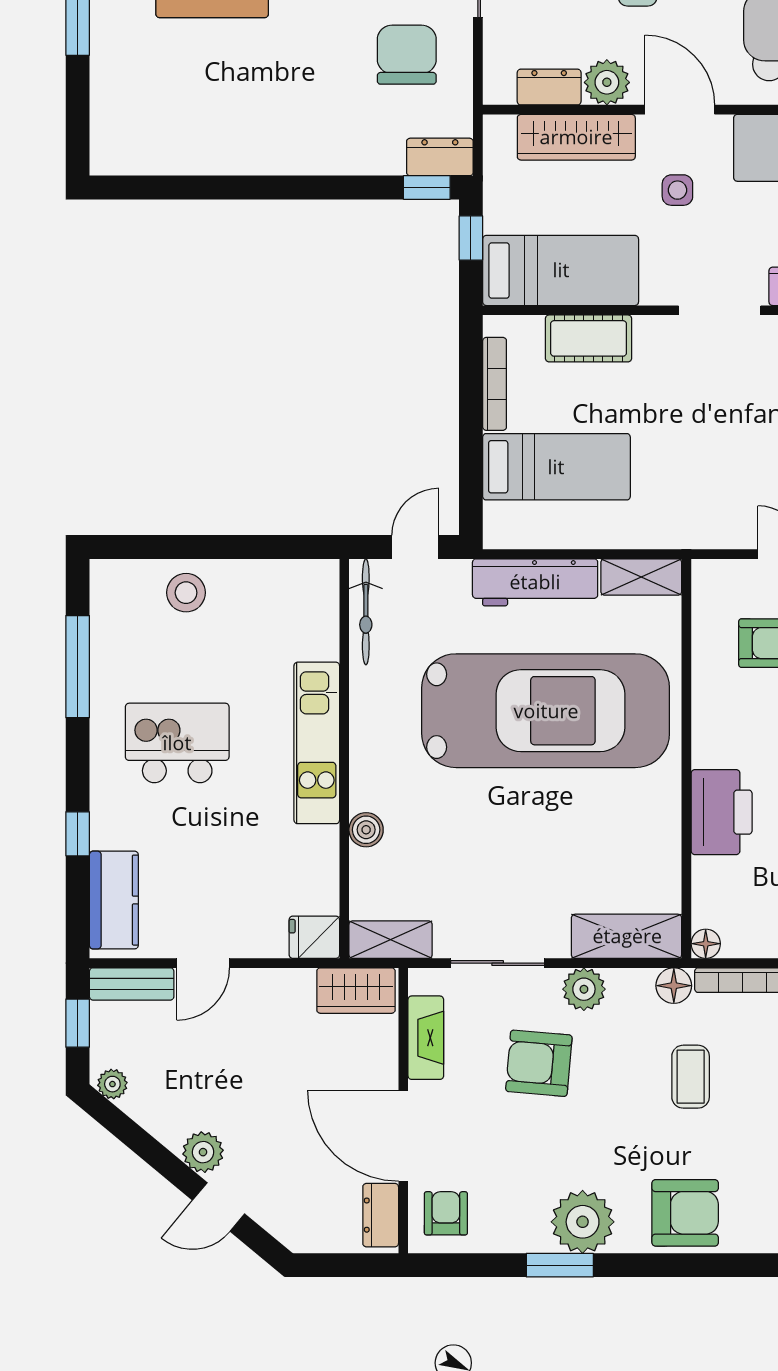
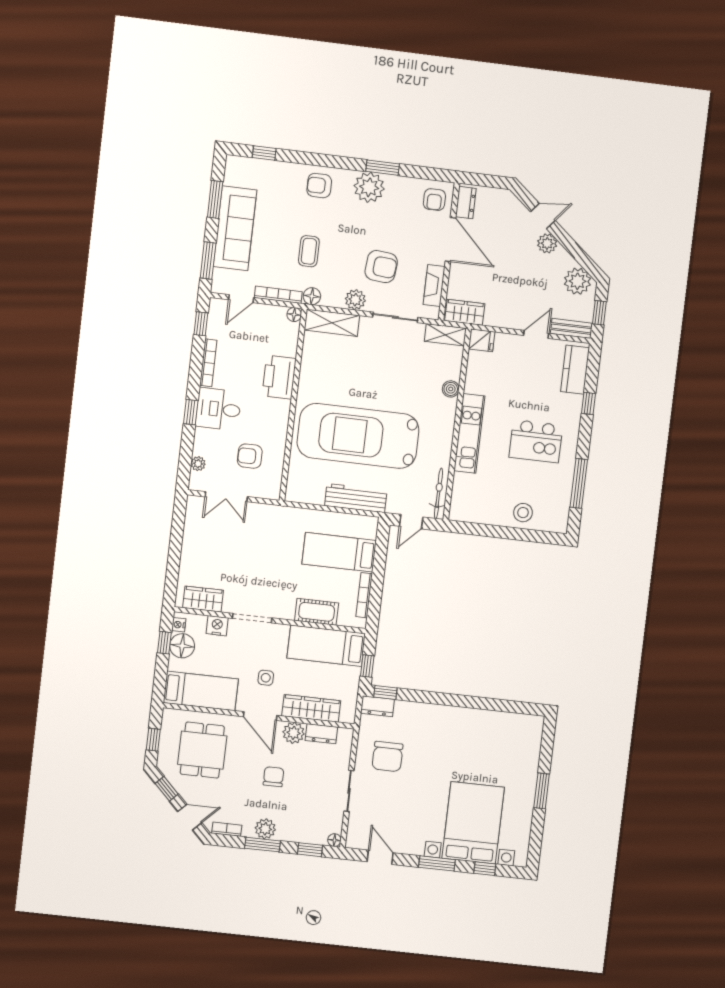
shelving: (641, 577) -> (305, 495), removed
plant: (112, 1084) -> (577, 281), width x1.87, depth x1.87
armchair: (685, 1213) -> (319, 186), width x0.72, depth x0.72

